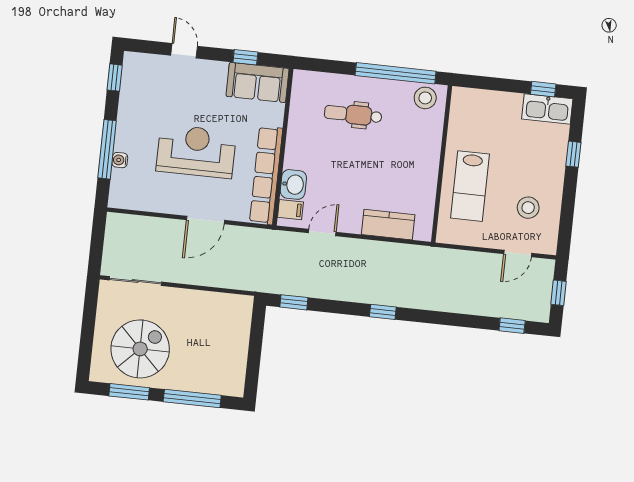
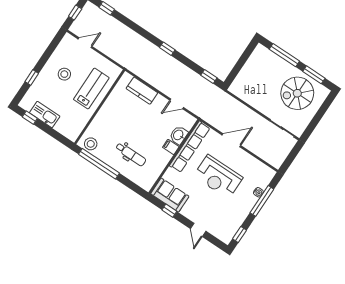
kitchen sink: (547, 109) -> (45, 115), moved
stool: (528, 208) -> (64, 74), moved
filing cabinet: (290, 210) -> (171, 147), moved

